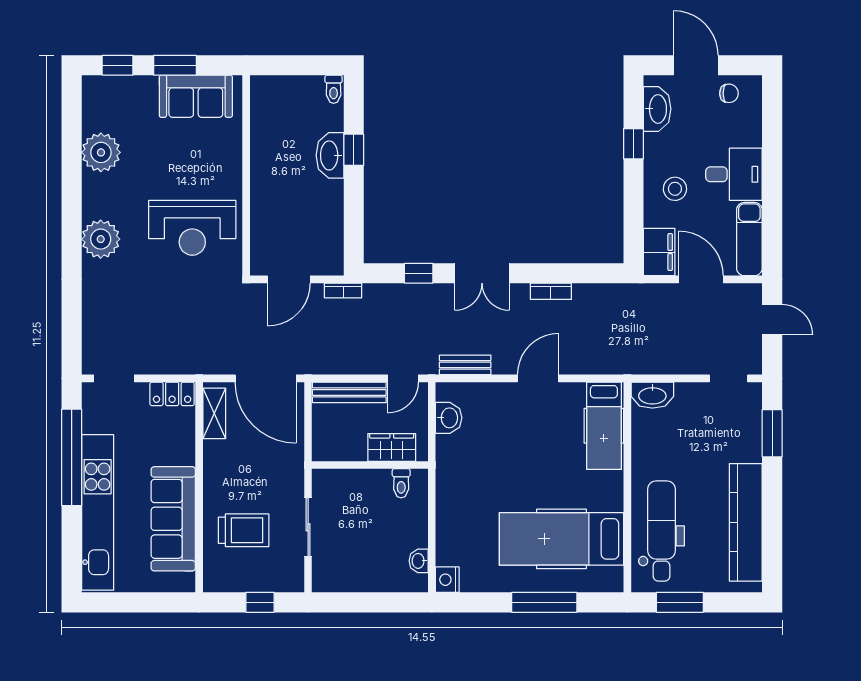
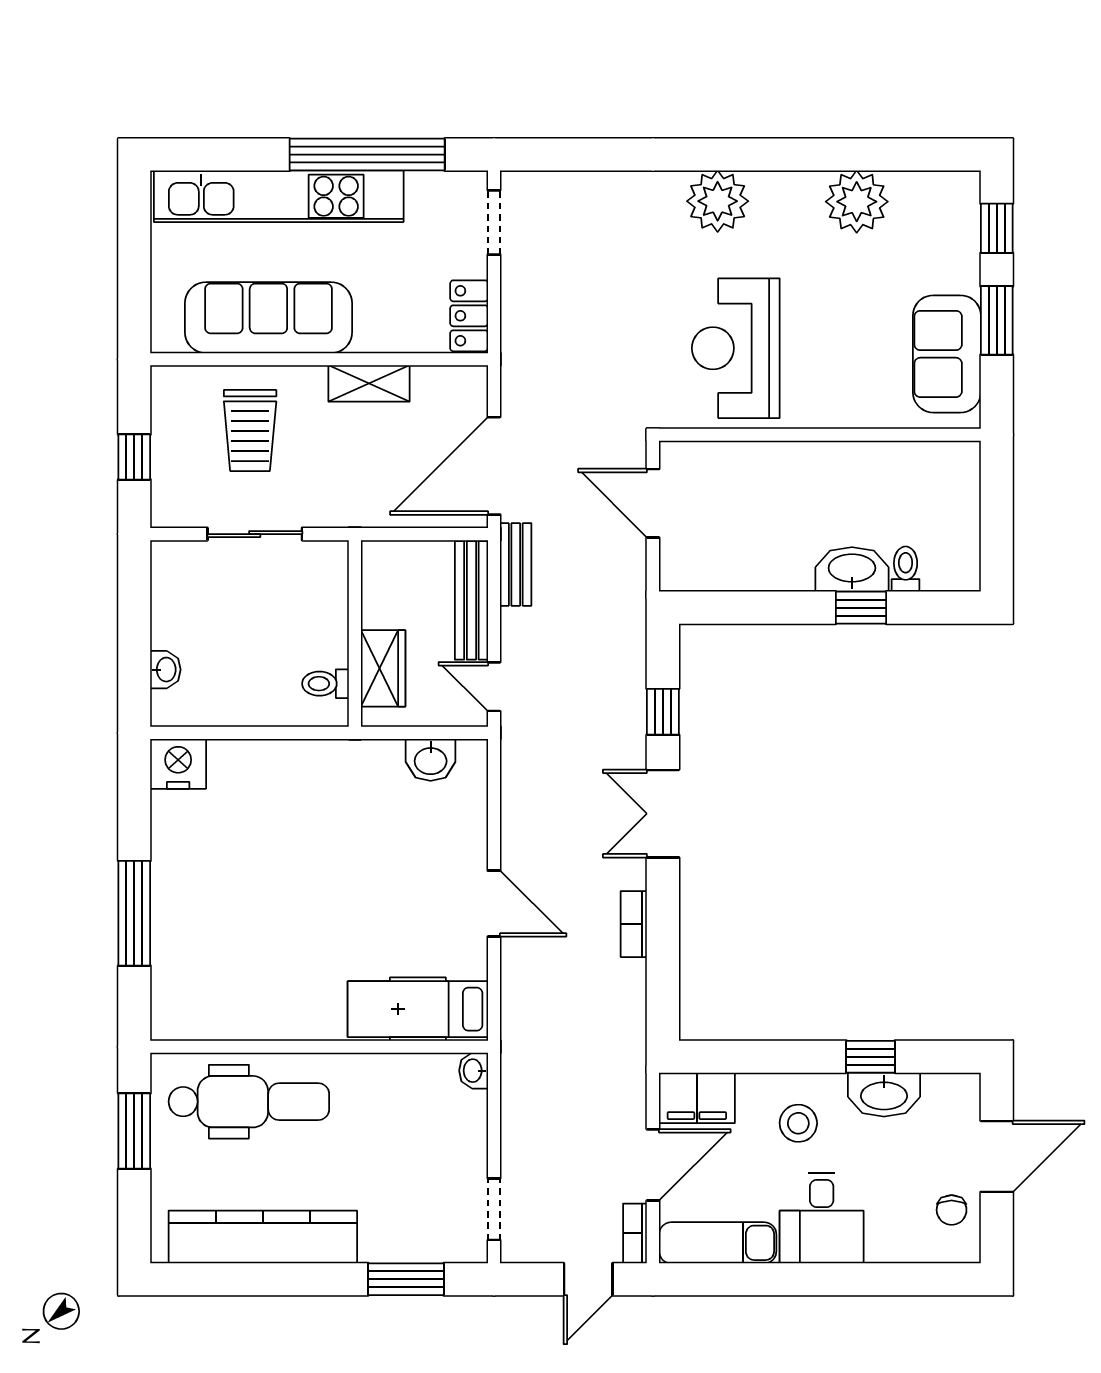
toilet: (334, 89) -> (906, 569), moved, turned 90
washbasin: (657, 109) -> (884, 1095), moved
bookcase: (343, 290) -> (635, 1233), moved
bench: (465, 365) -> (516, 565), moved
washbasin: (652, 395) -> (474, 1071), width x0.52, depth x0.69
shelving: (214, 413) -> (369, 383), moved
hospital bed: (561, 539) -> (236, 941), removed
washbasin: (419, 561) -> (165, 670), moved, turned 90
nightstand: (447, 580) -> (178, 764), width x1.36, depth x1.33

